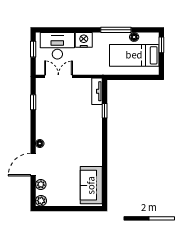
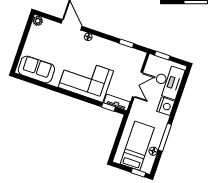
window: (33, 49) -> (162, 56), moved
double door: (58, 76) -> (138, 85), moved
window: (105, 111) -> (109, 107), moved
corner sofa: (84, 131) -> (86, 79), added
plant: (41, 184) -> (52, 25), removed

